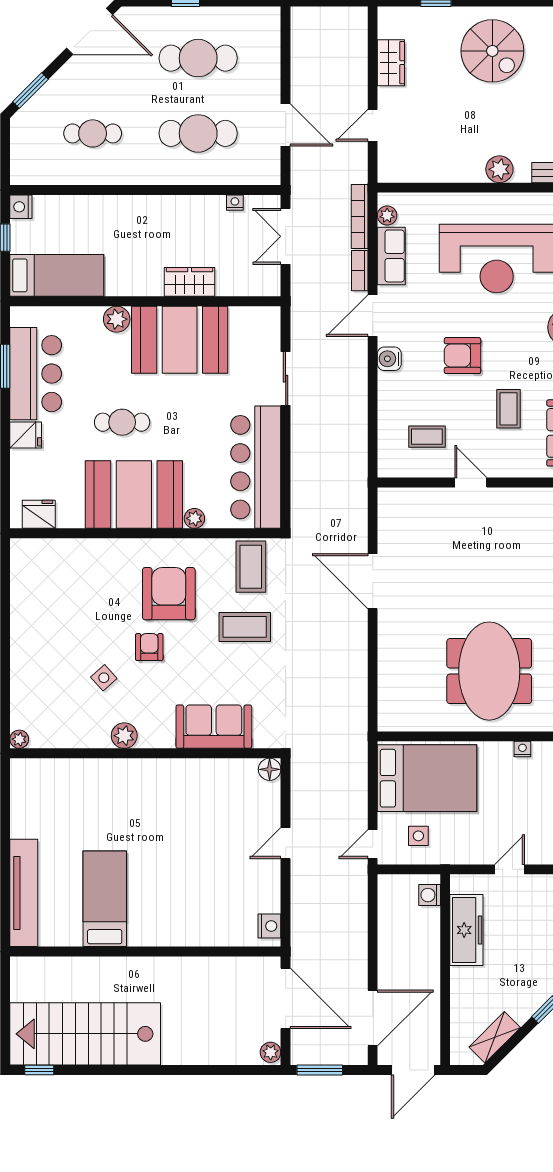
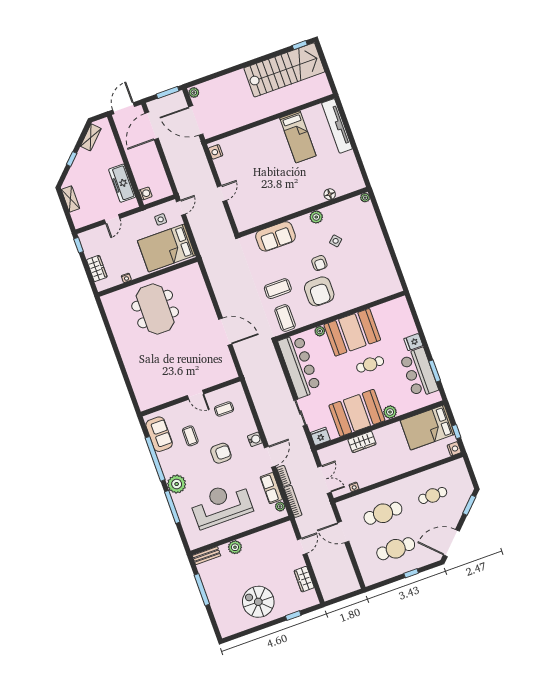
bed: (57, 275) -> (427, 427), width x1.50
fridge: (39, 514) -> (320, 436), moved, turned 180
floor lamp: (270, 769) -> (330, 194), moved

